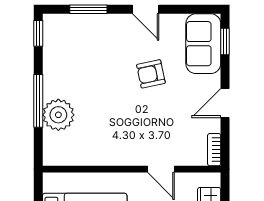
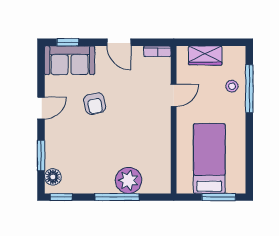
floor lamp: (62, 24) -> (53, 177), added

